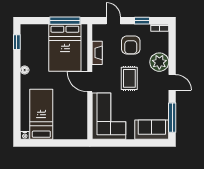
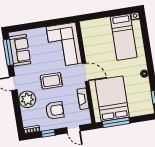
armchair: (131, 45) -> (55, 110), turned 90
rug: (129, 78) -> (51, 81), turned 90
sofa: (152, 130) -> (20, 50), moved, turned -90

